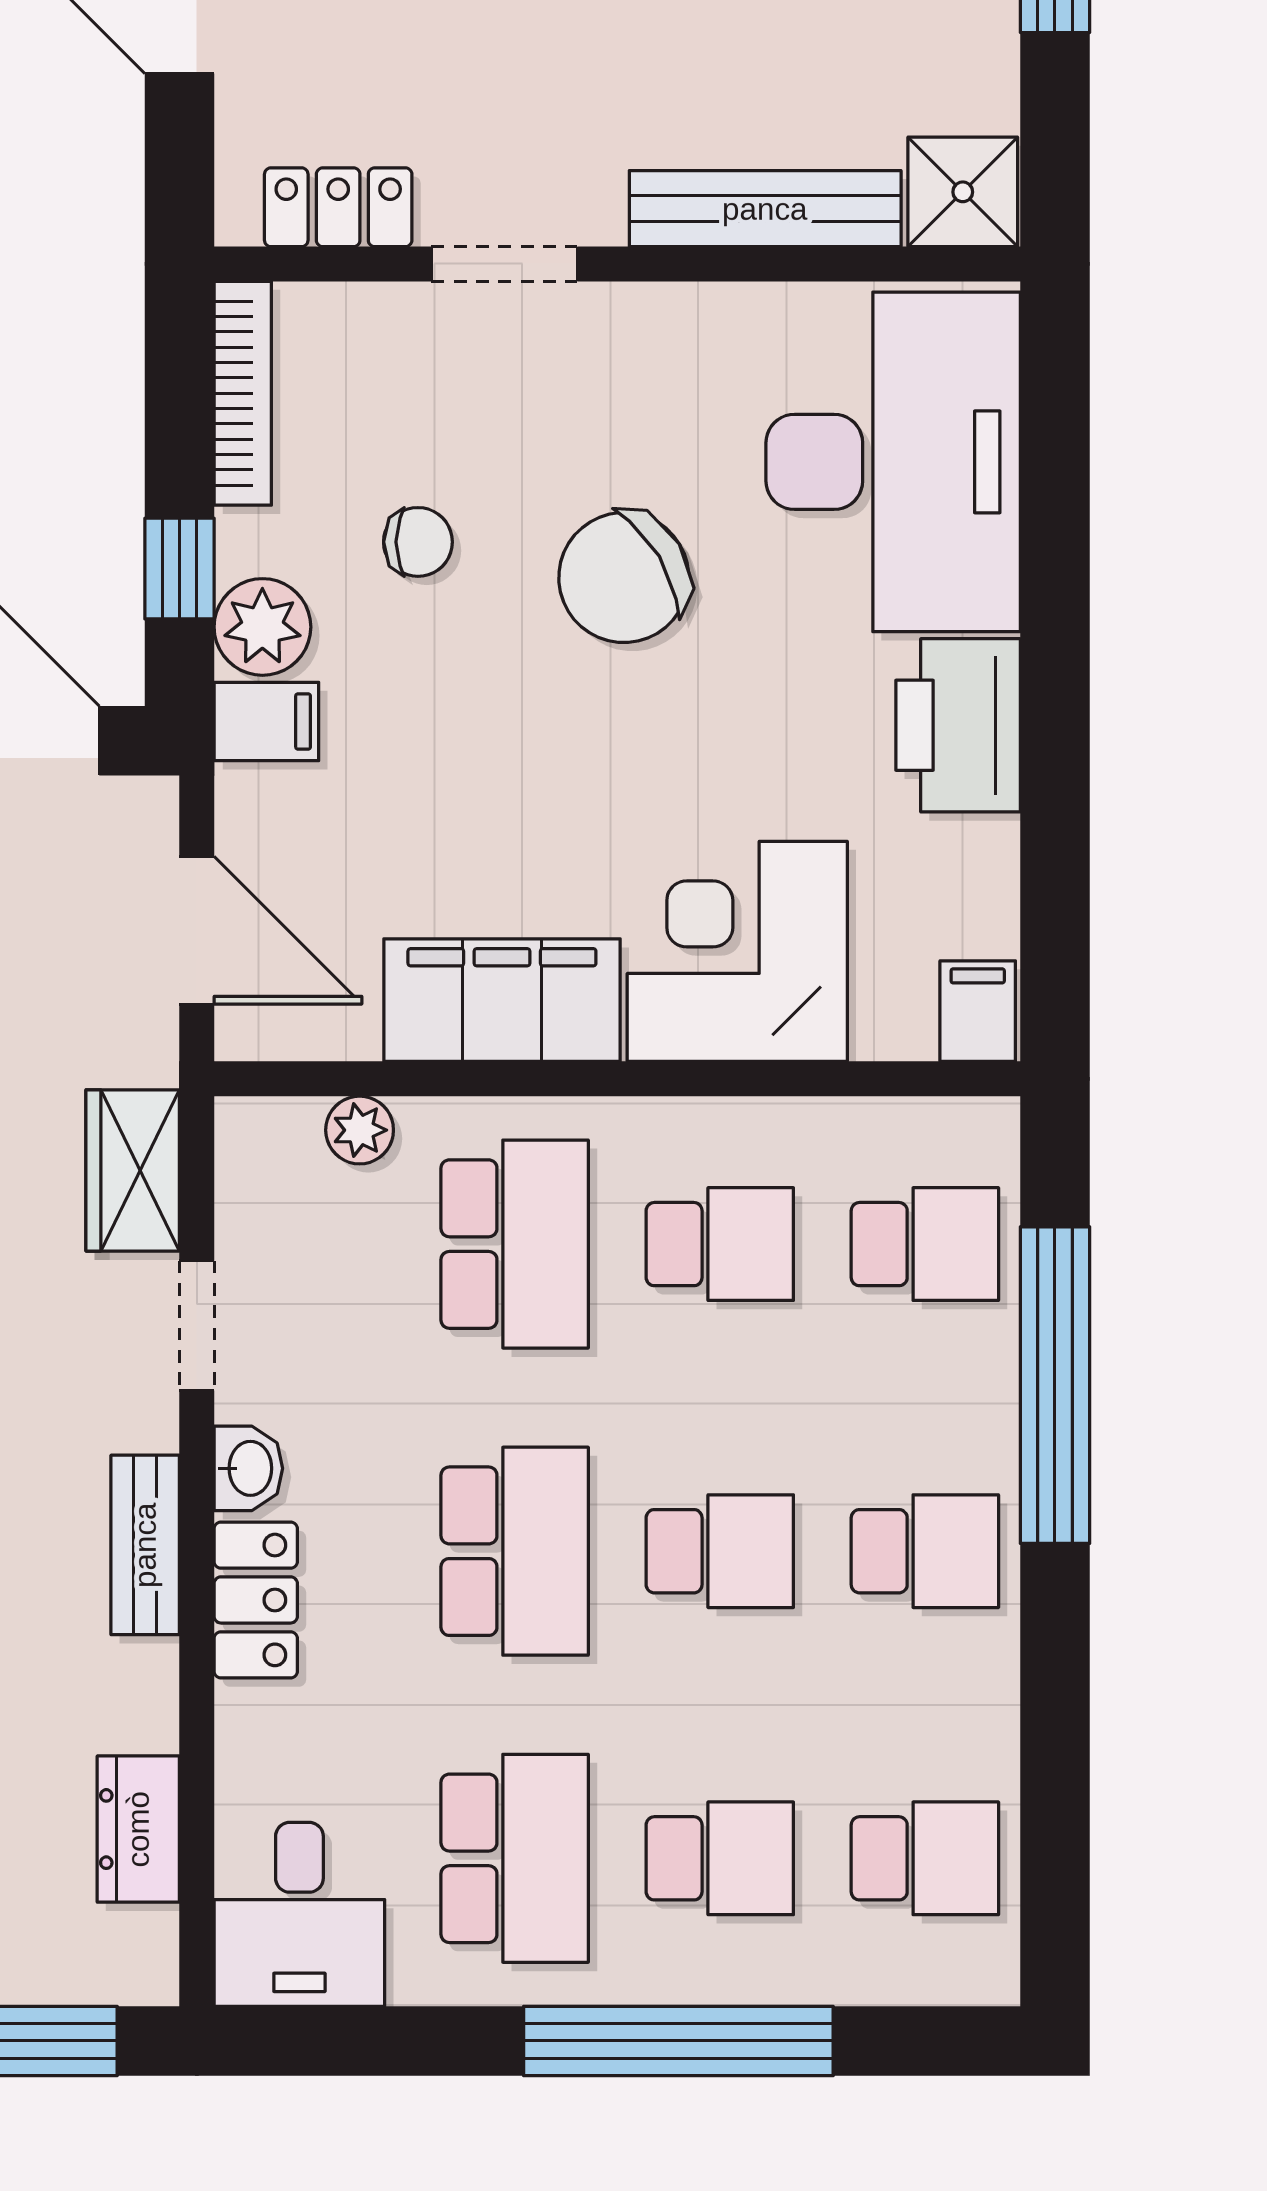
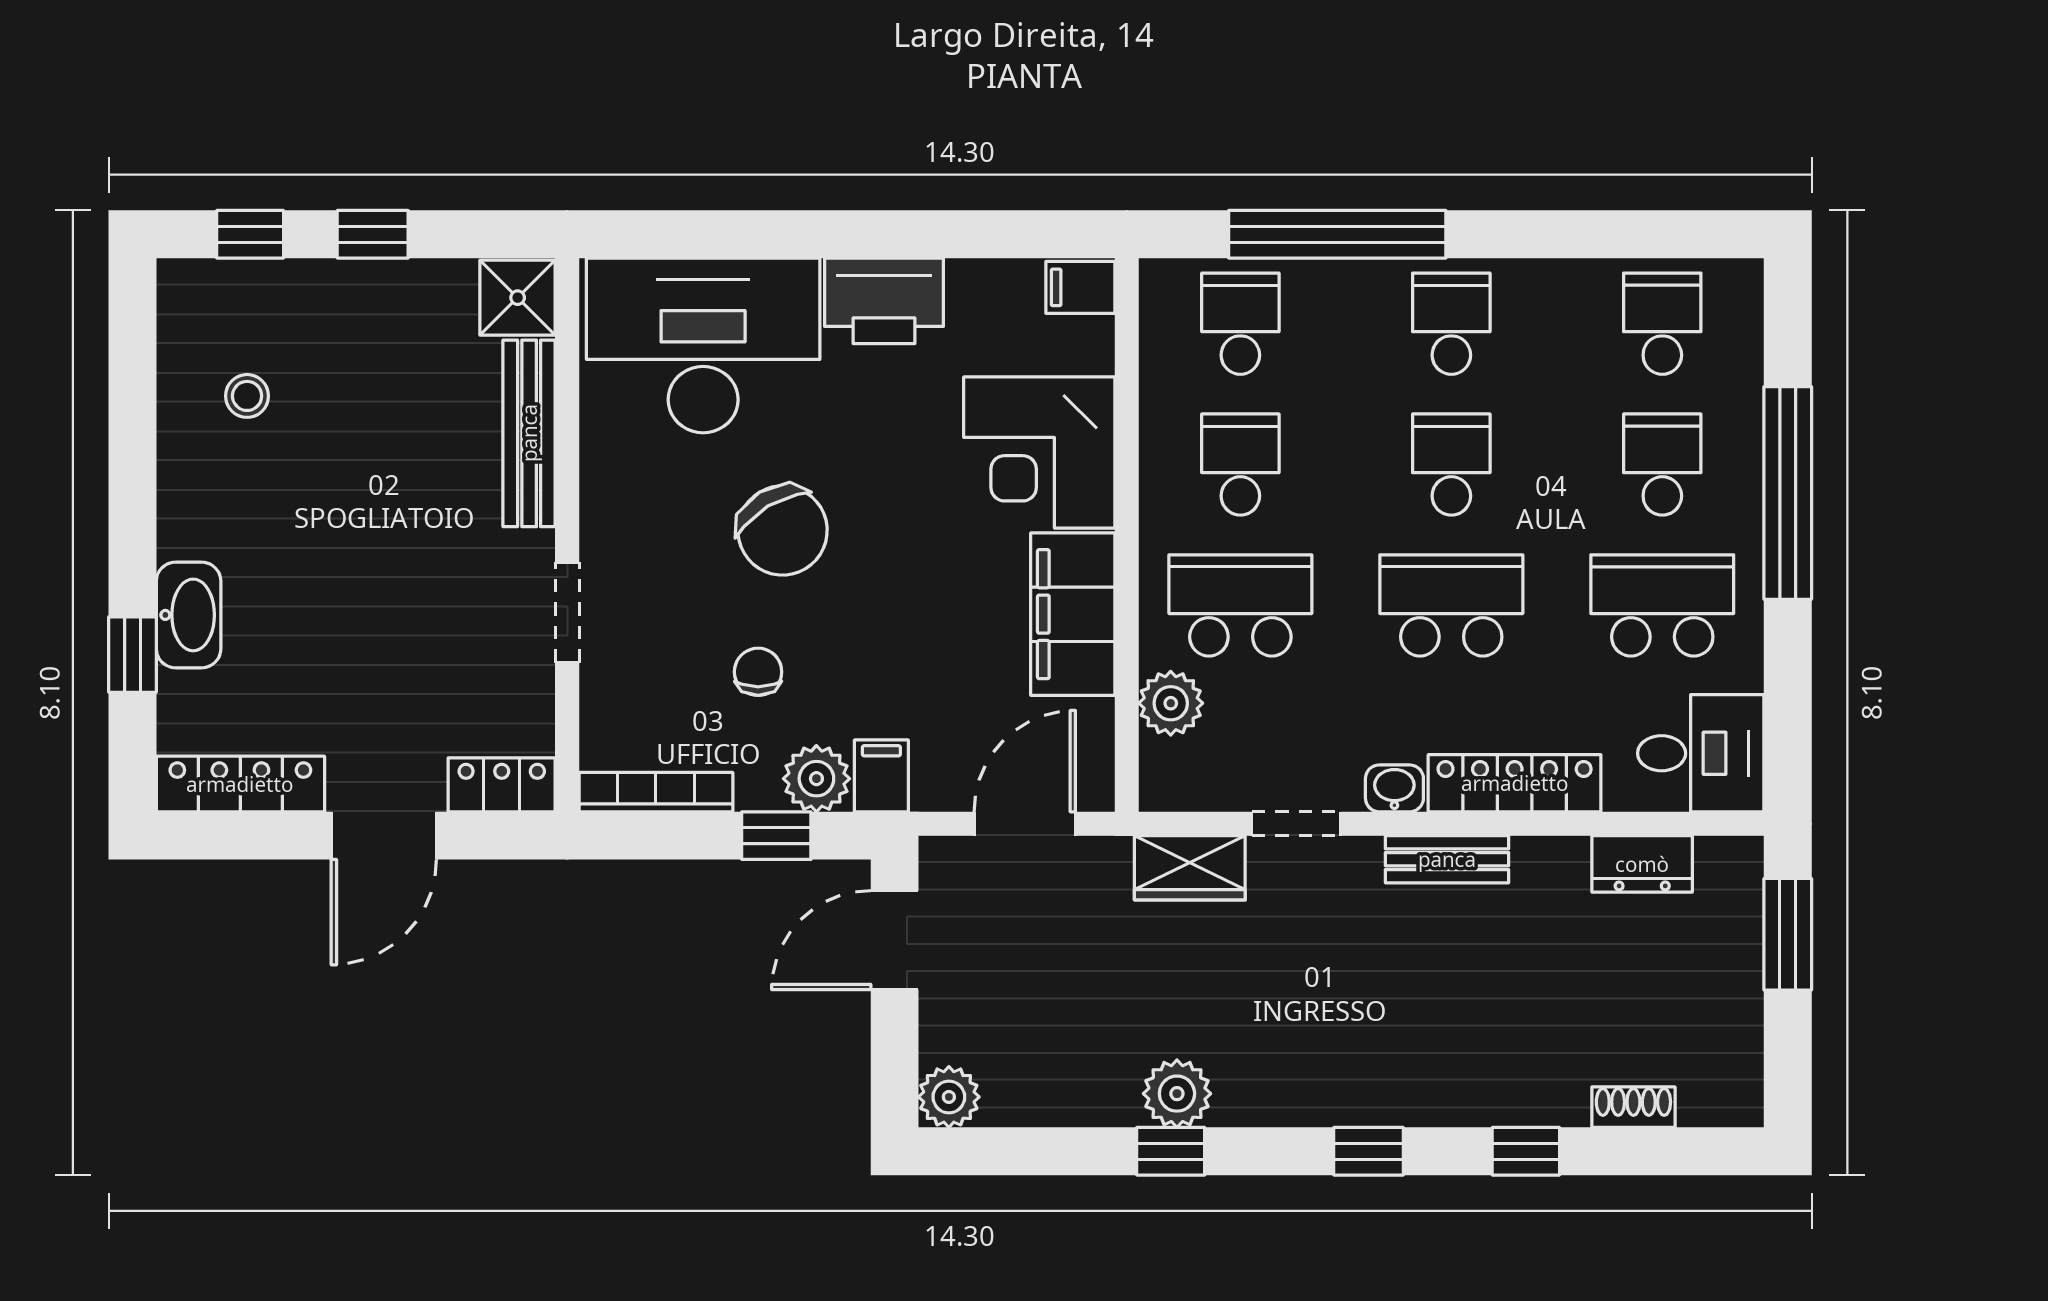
locker: (338, 207) -> (502, 785), moved, turned 90
plant: (360, 1130) -> (1171, 703), width x1.38, depth x1.38
locker: (256, 1600) -> (1515, 783), width x1.53

